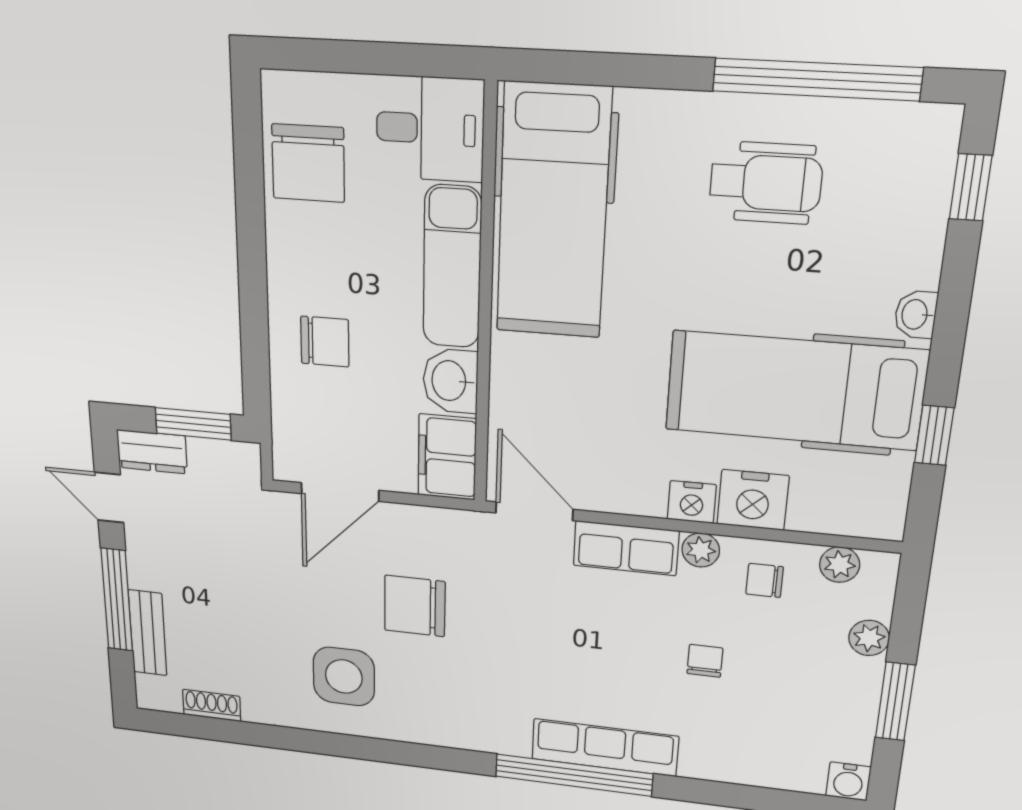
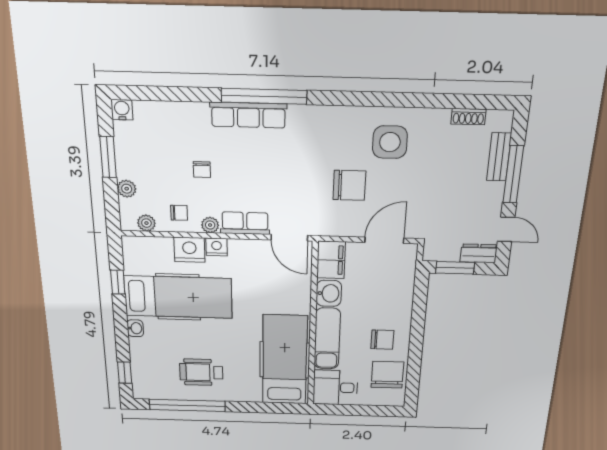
chair: (325, 342) -> (382, 340), moved, turned 180

